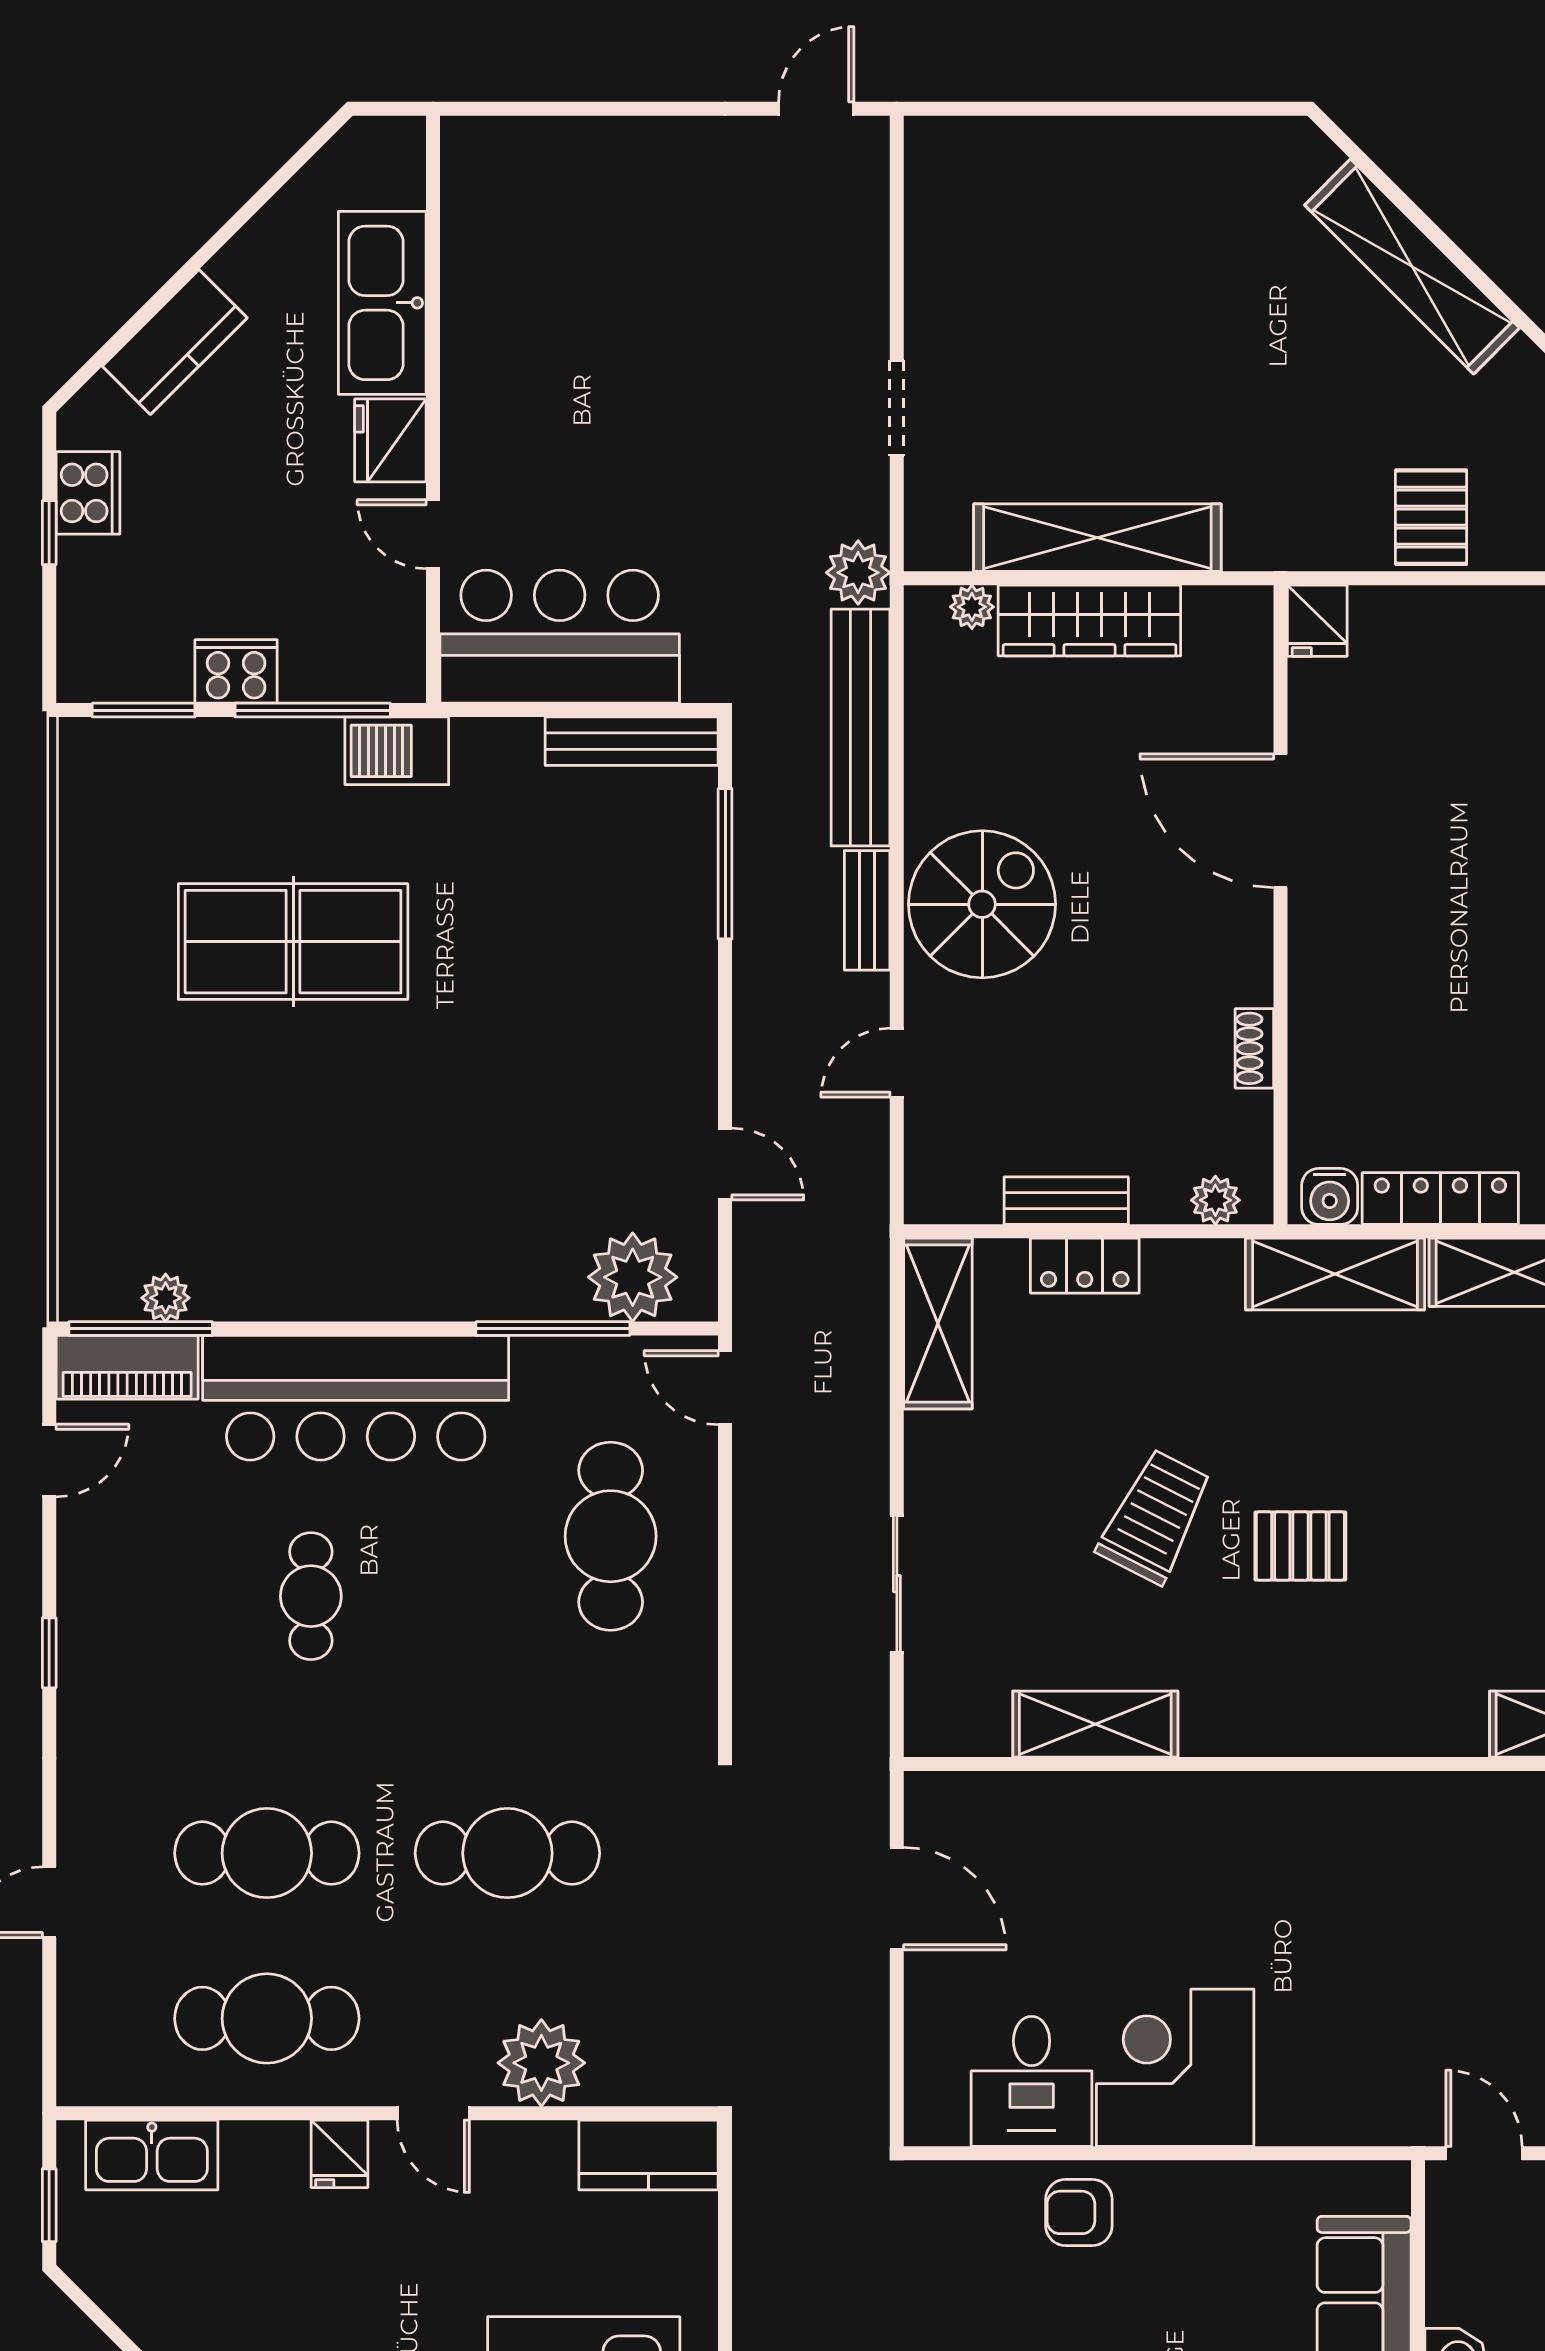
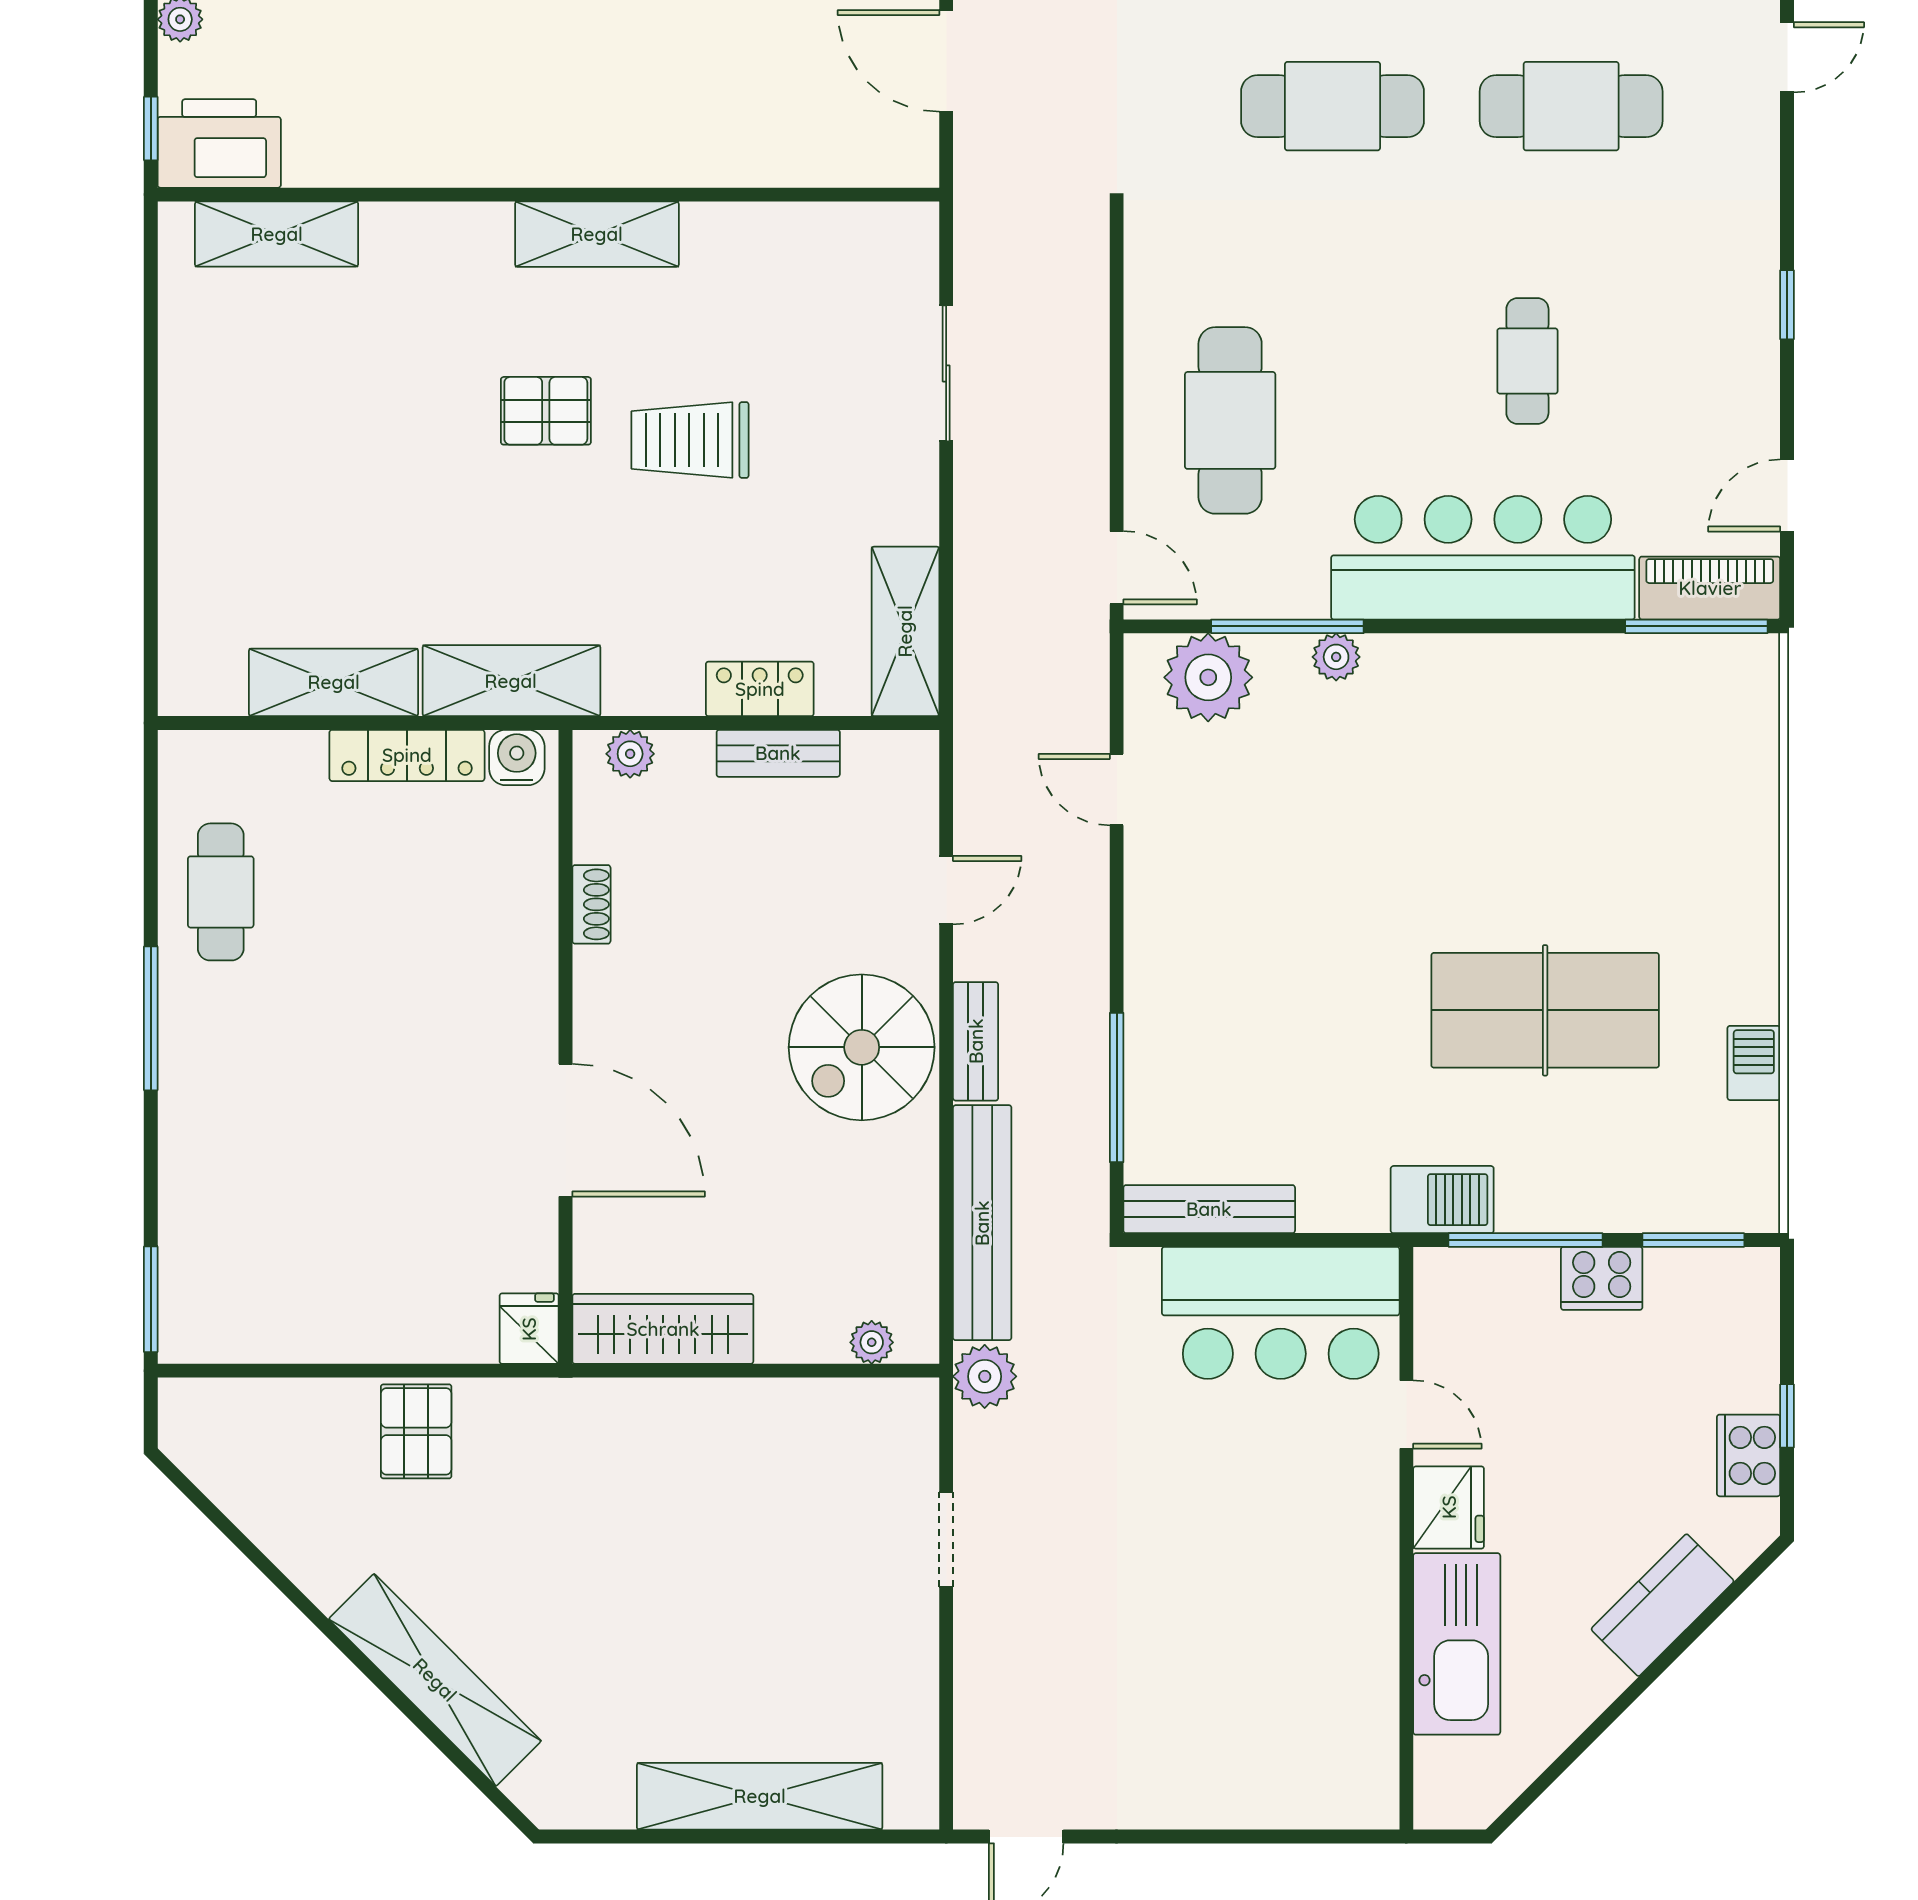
shelving: (1097, 538) -> (760, 1796), moved
wardrobe: (1089, 620) -> (663, 1329), moved
barbecue: (83, 889) -> (1754, 1063), added
plant: (166, 1298) -> (1336, 657), moved
trolley: (1155, 1516) -> (690, 440), turned 63
shelving: (1095, 1724) -> (597, 234), moved

